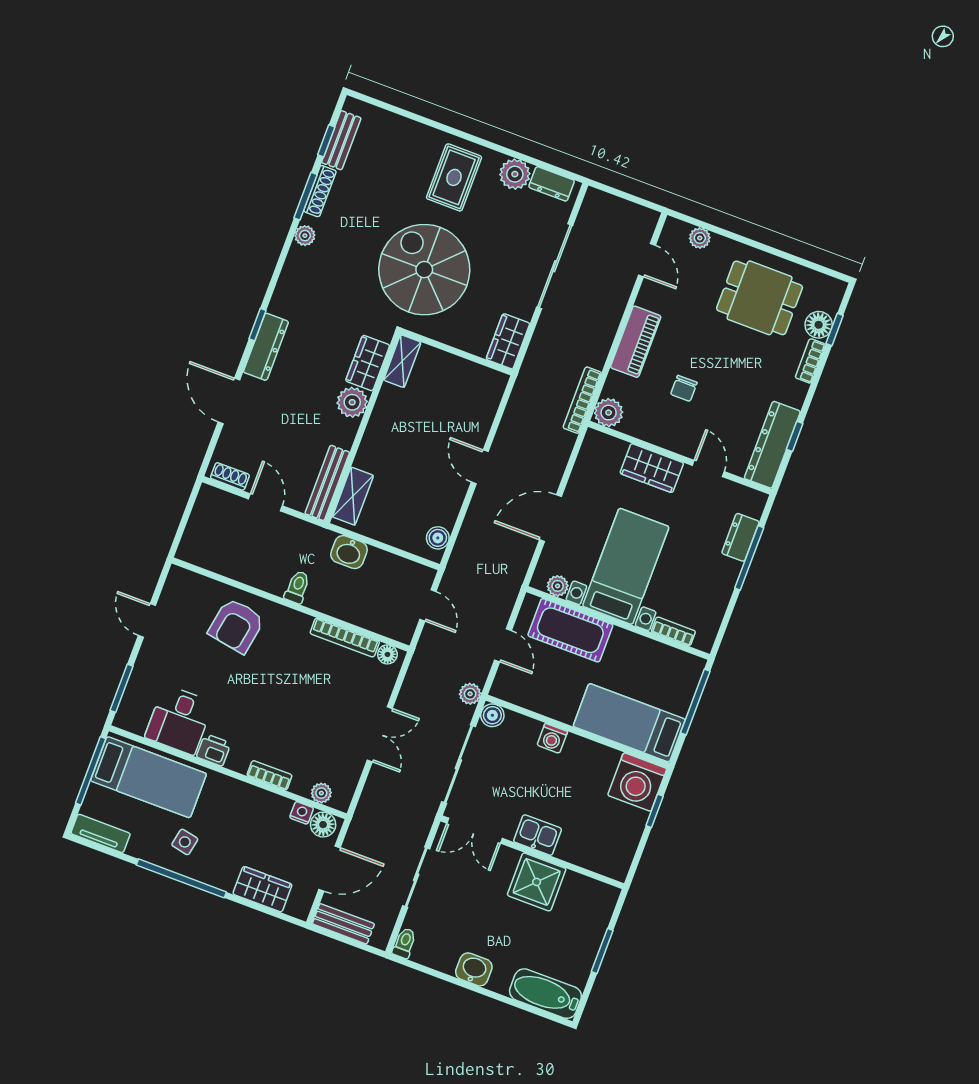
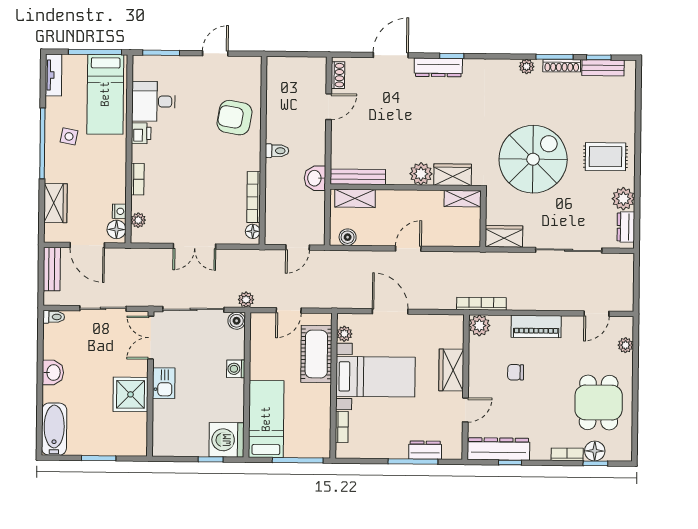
shelving: (402, 361) -> (463, 199), moved
wardrobe: (368, 363) -> (453, 175), moved
plant: (352, 402) -> (421, 174), moved
wall: (362, 428) -> (406, 187), moved
bench: (327, 483) -> (358, 177), moved
shelving: (353, 496) -> (355, 198), moved

